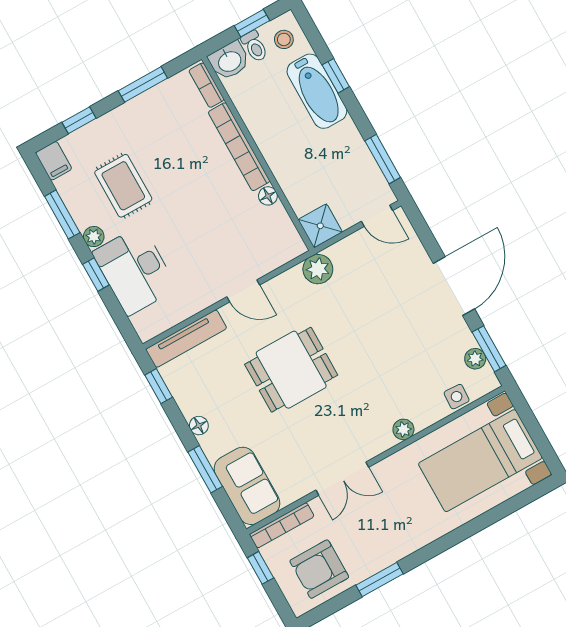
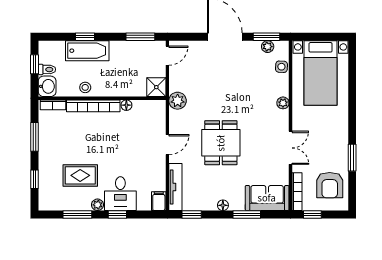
stool: (284, 39) -> (85, 87), moved
filing cabinet: (54, 161) -> (159, 201), moved, turned -90
desk: (135, 270) -> (120, 194), width x0.73

